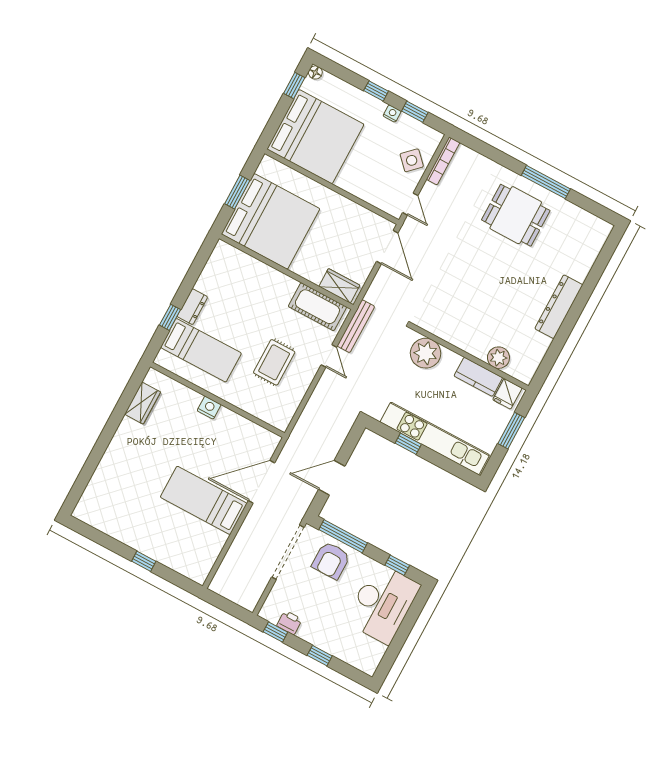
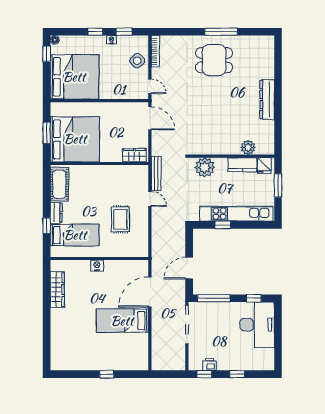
cot: (317, 307) -> (59, 184), moved, turned 90
wardrobe: (143, 403) -> (57, 290), width x1.50
armchair: (331, 560) -> (214, 316), removed

